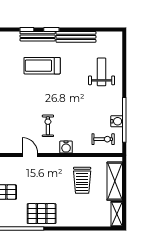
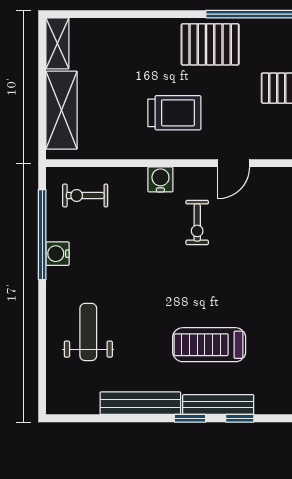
treadmill: (42, 66) -> (209, 345), turned 180
weight bench: (102, 72) -> (88, 332), turned 180
water cooler: (117, 121) -> (58, 254), moved
door: (30, 155) -> (234, 163), hinge flipped
trolley: (82, 180) -> (174, 113), moved, turned 90

